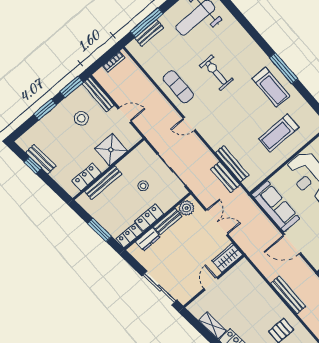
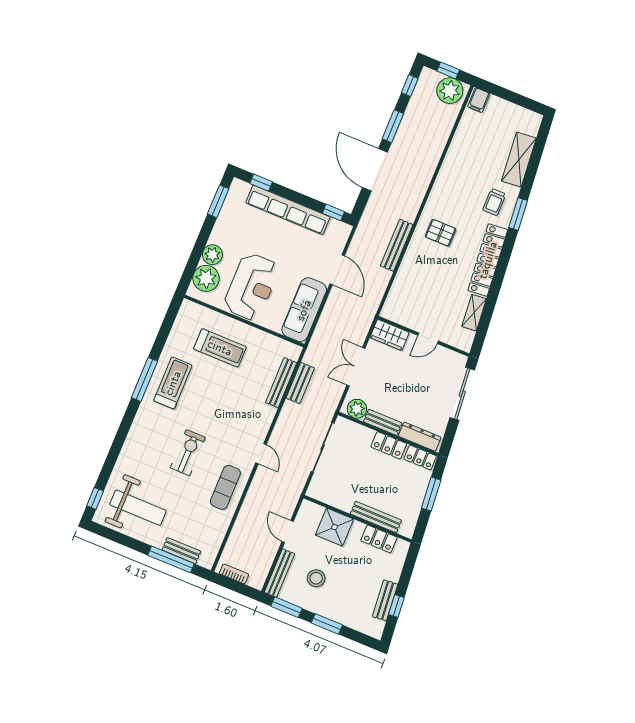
exercise bike: (216, 73) -> (188, 453), turned 180
stool: (143, 186) -> (357, 470), removed
dresser: (148, 239) -> (420, 437), width x1.44

